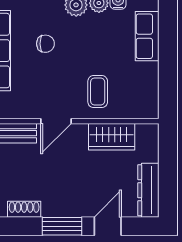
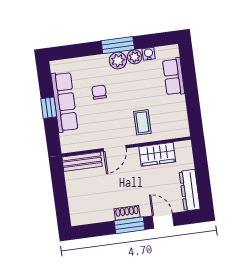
chair: (45, 44) -> (99, 92), turned -90
shoe rack: (24, 209) -> (127, 213), moved
door: (108, 226) -> (163, 221), hinge flipped

